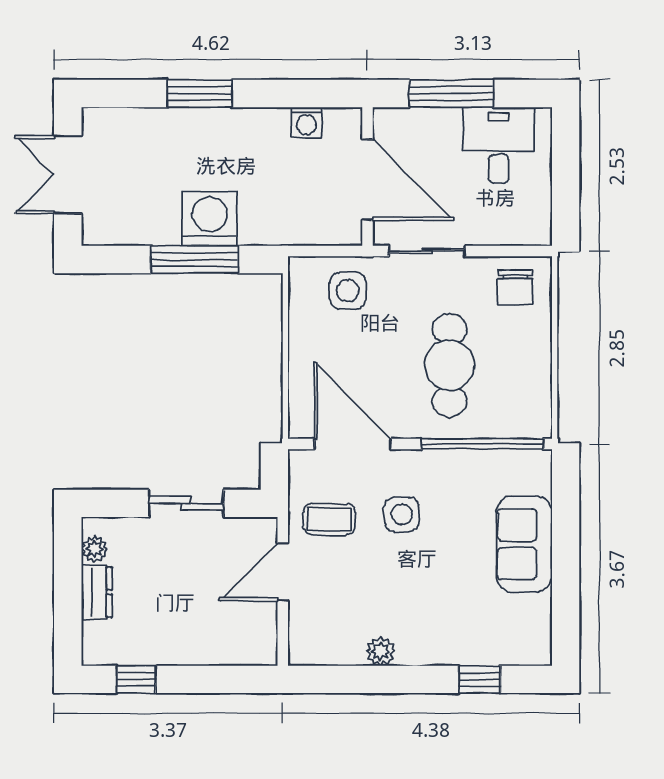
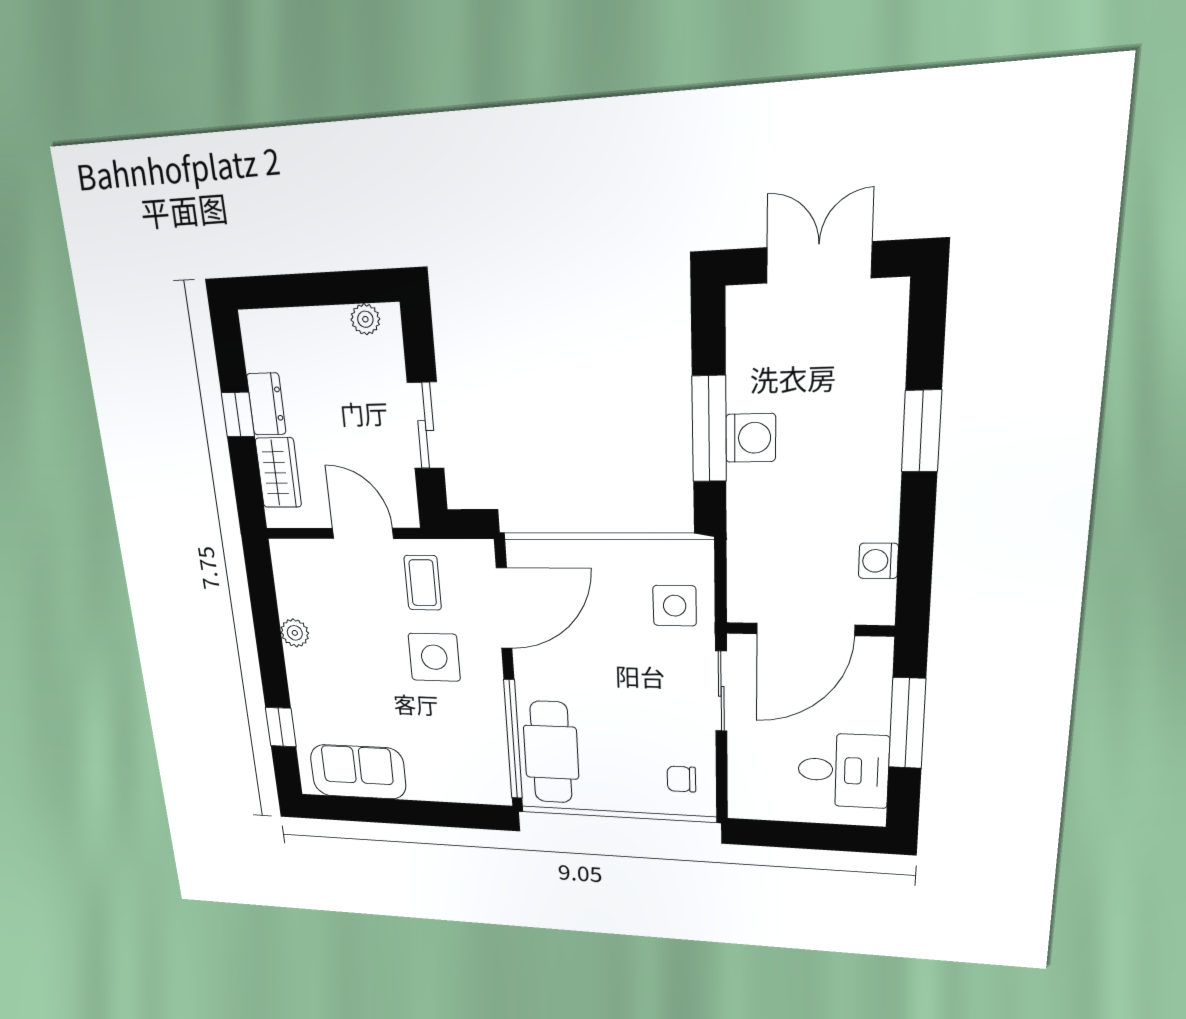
washing machine: (210, 219) -> (751, 438), width x0.73, depth x0.73
chair: (515, 287) -> (681, 779), width x0.73, depth x0.73
cafe table: (450, 365) -> (551, 752), moved, turned 90
side table: (402, 514) -> (434, 657), width x1.37, depth x1.37
sofa: (524, 544) -> (358, 772), moved
dresser: (97, 592) -> (266, 404), moved, turned -90
wardrobe: (226, 647) -> (278, 473), added
window: (136, 679) -> (238, 415), moved

